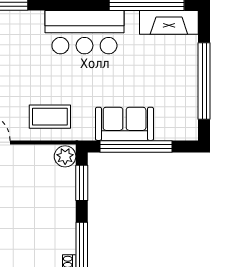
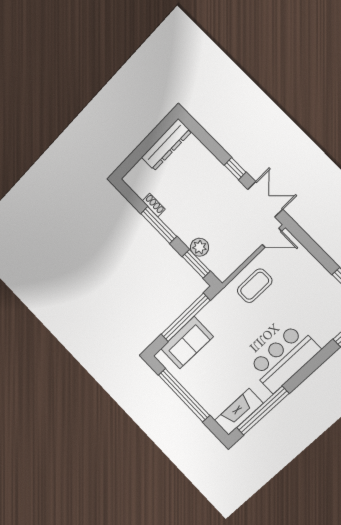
sofa: (125, 124) -> (187, 343), moved
plant: (65, 156) -> (199, 247), moved

